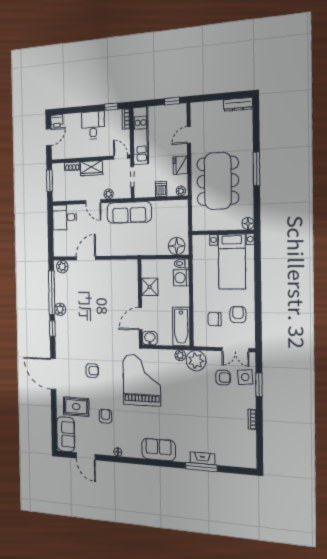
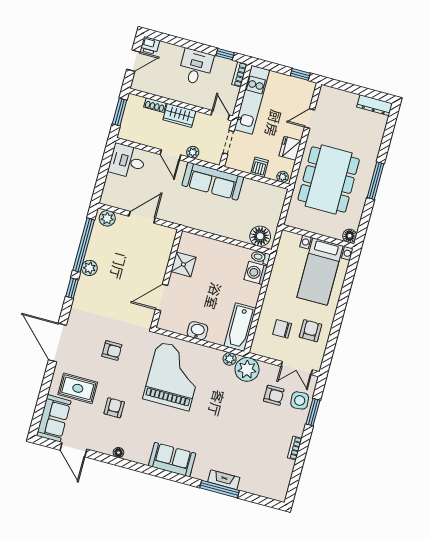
shower: (150, 287) -> (183, 264), moved
wall: (140, 302) -> (167, 278), moved
door: (140, 319) -> (162, 297), moved

